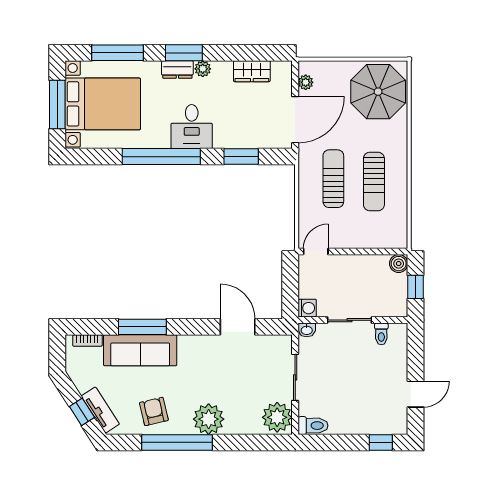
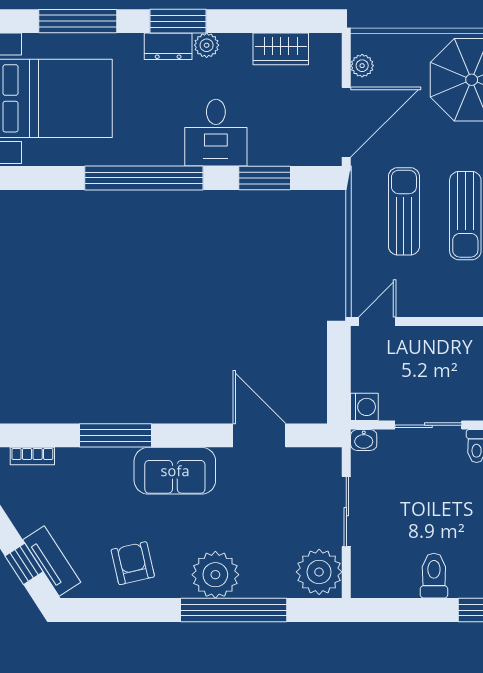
desk: (192, 127) -> (216, 133), moved
sofa: (140, 350) -> (175, 471), moved, width x0.73
toilet: (313, 426) -> (434, 576), moved, turned -90
window: (177, 442) -> (234, 610), moved

